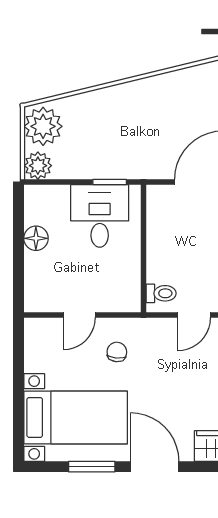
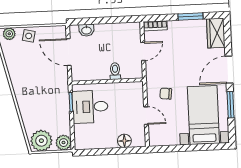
floor lamp: (36, 238) -> (124, 141), moved
toilet: (161, 293) -> (115, 71), moved
door: (194, 315) -> (143, 51), hinge flipped

